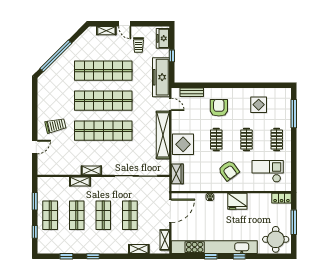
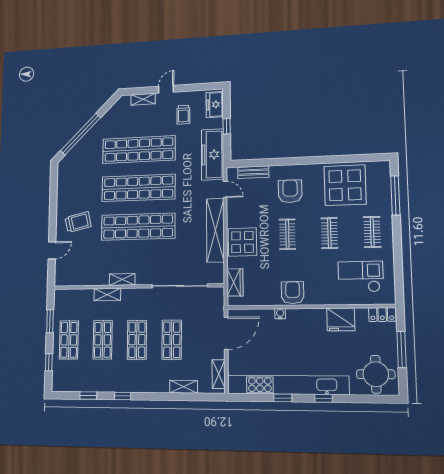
door: (125, 24) -> (166, 89), swing flipped
display table: (259, 105) -> (345, 185), width x1.86, depth x1.86
armchair: (229, 170) -> (293, 293), moved, turned -144
fridge: (237, 201) -> (341, 319), moved

